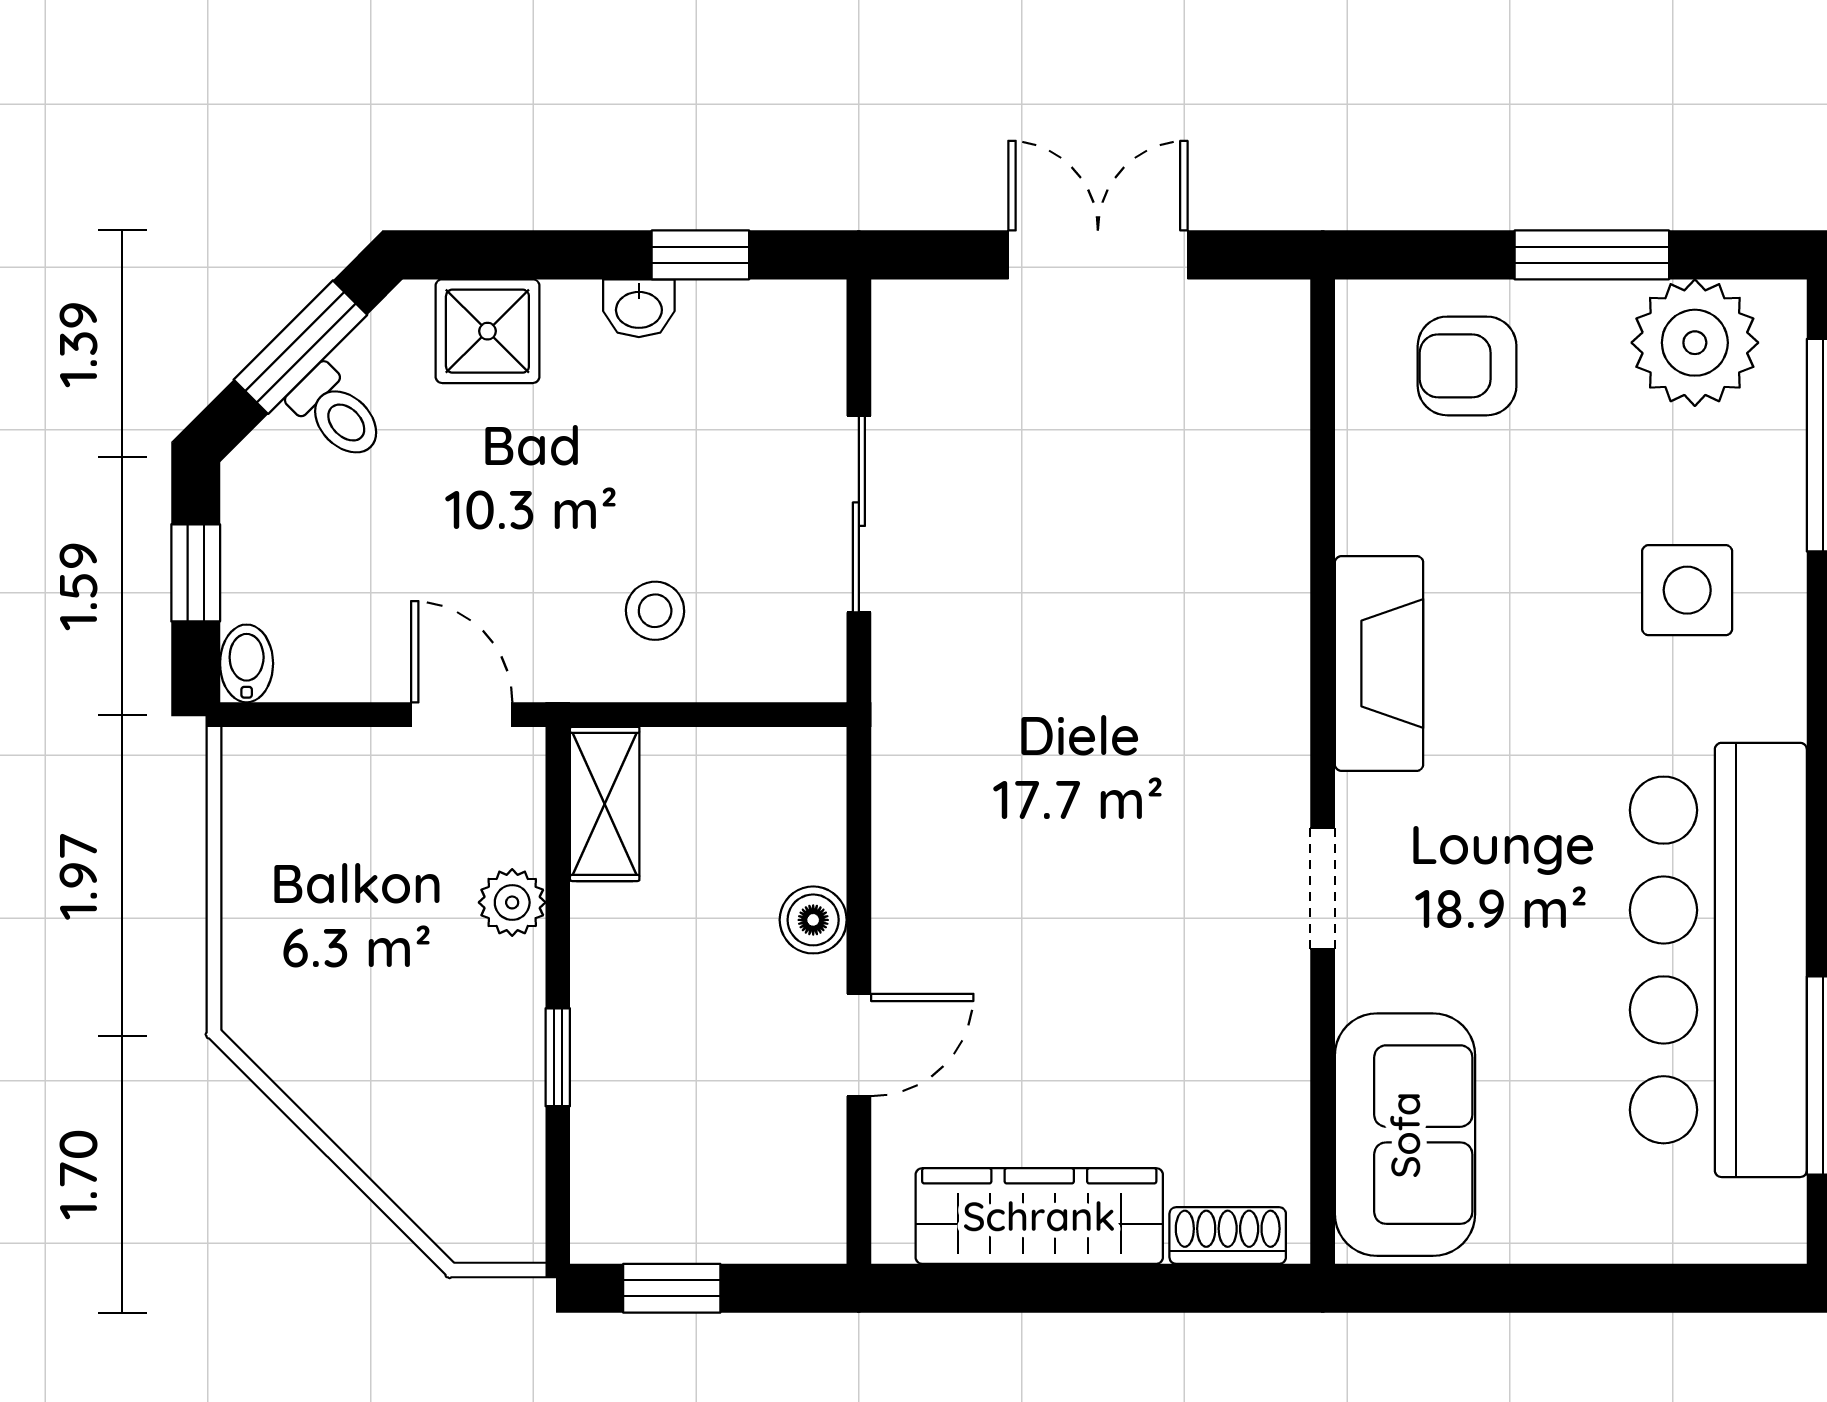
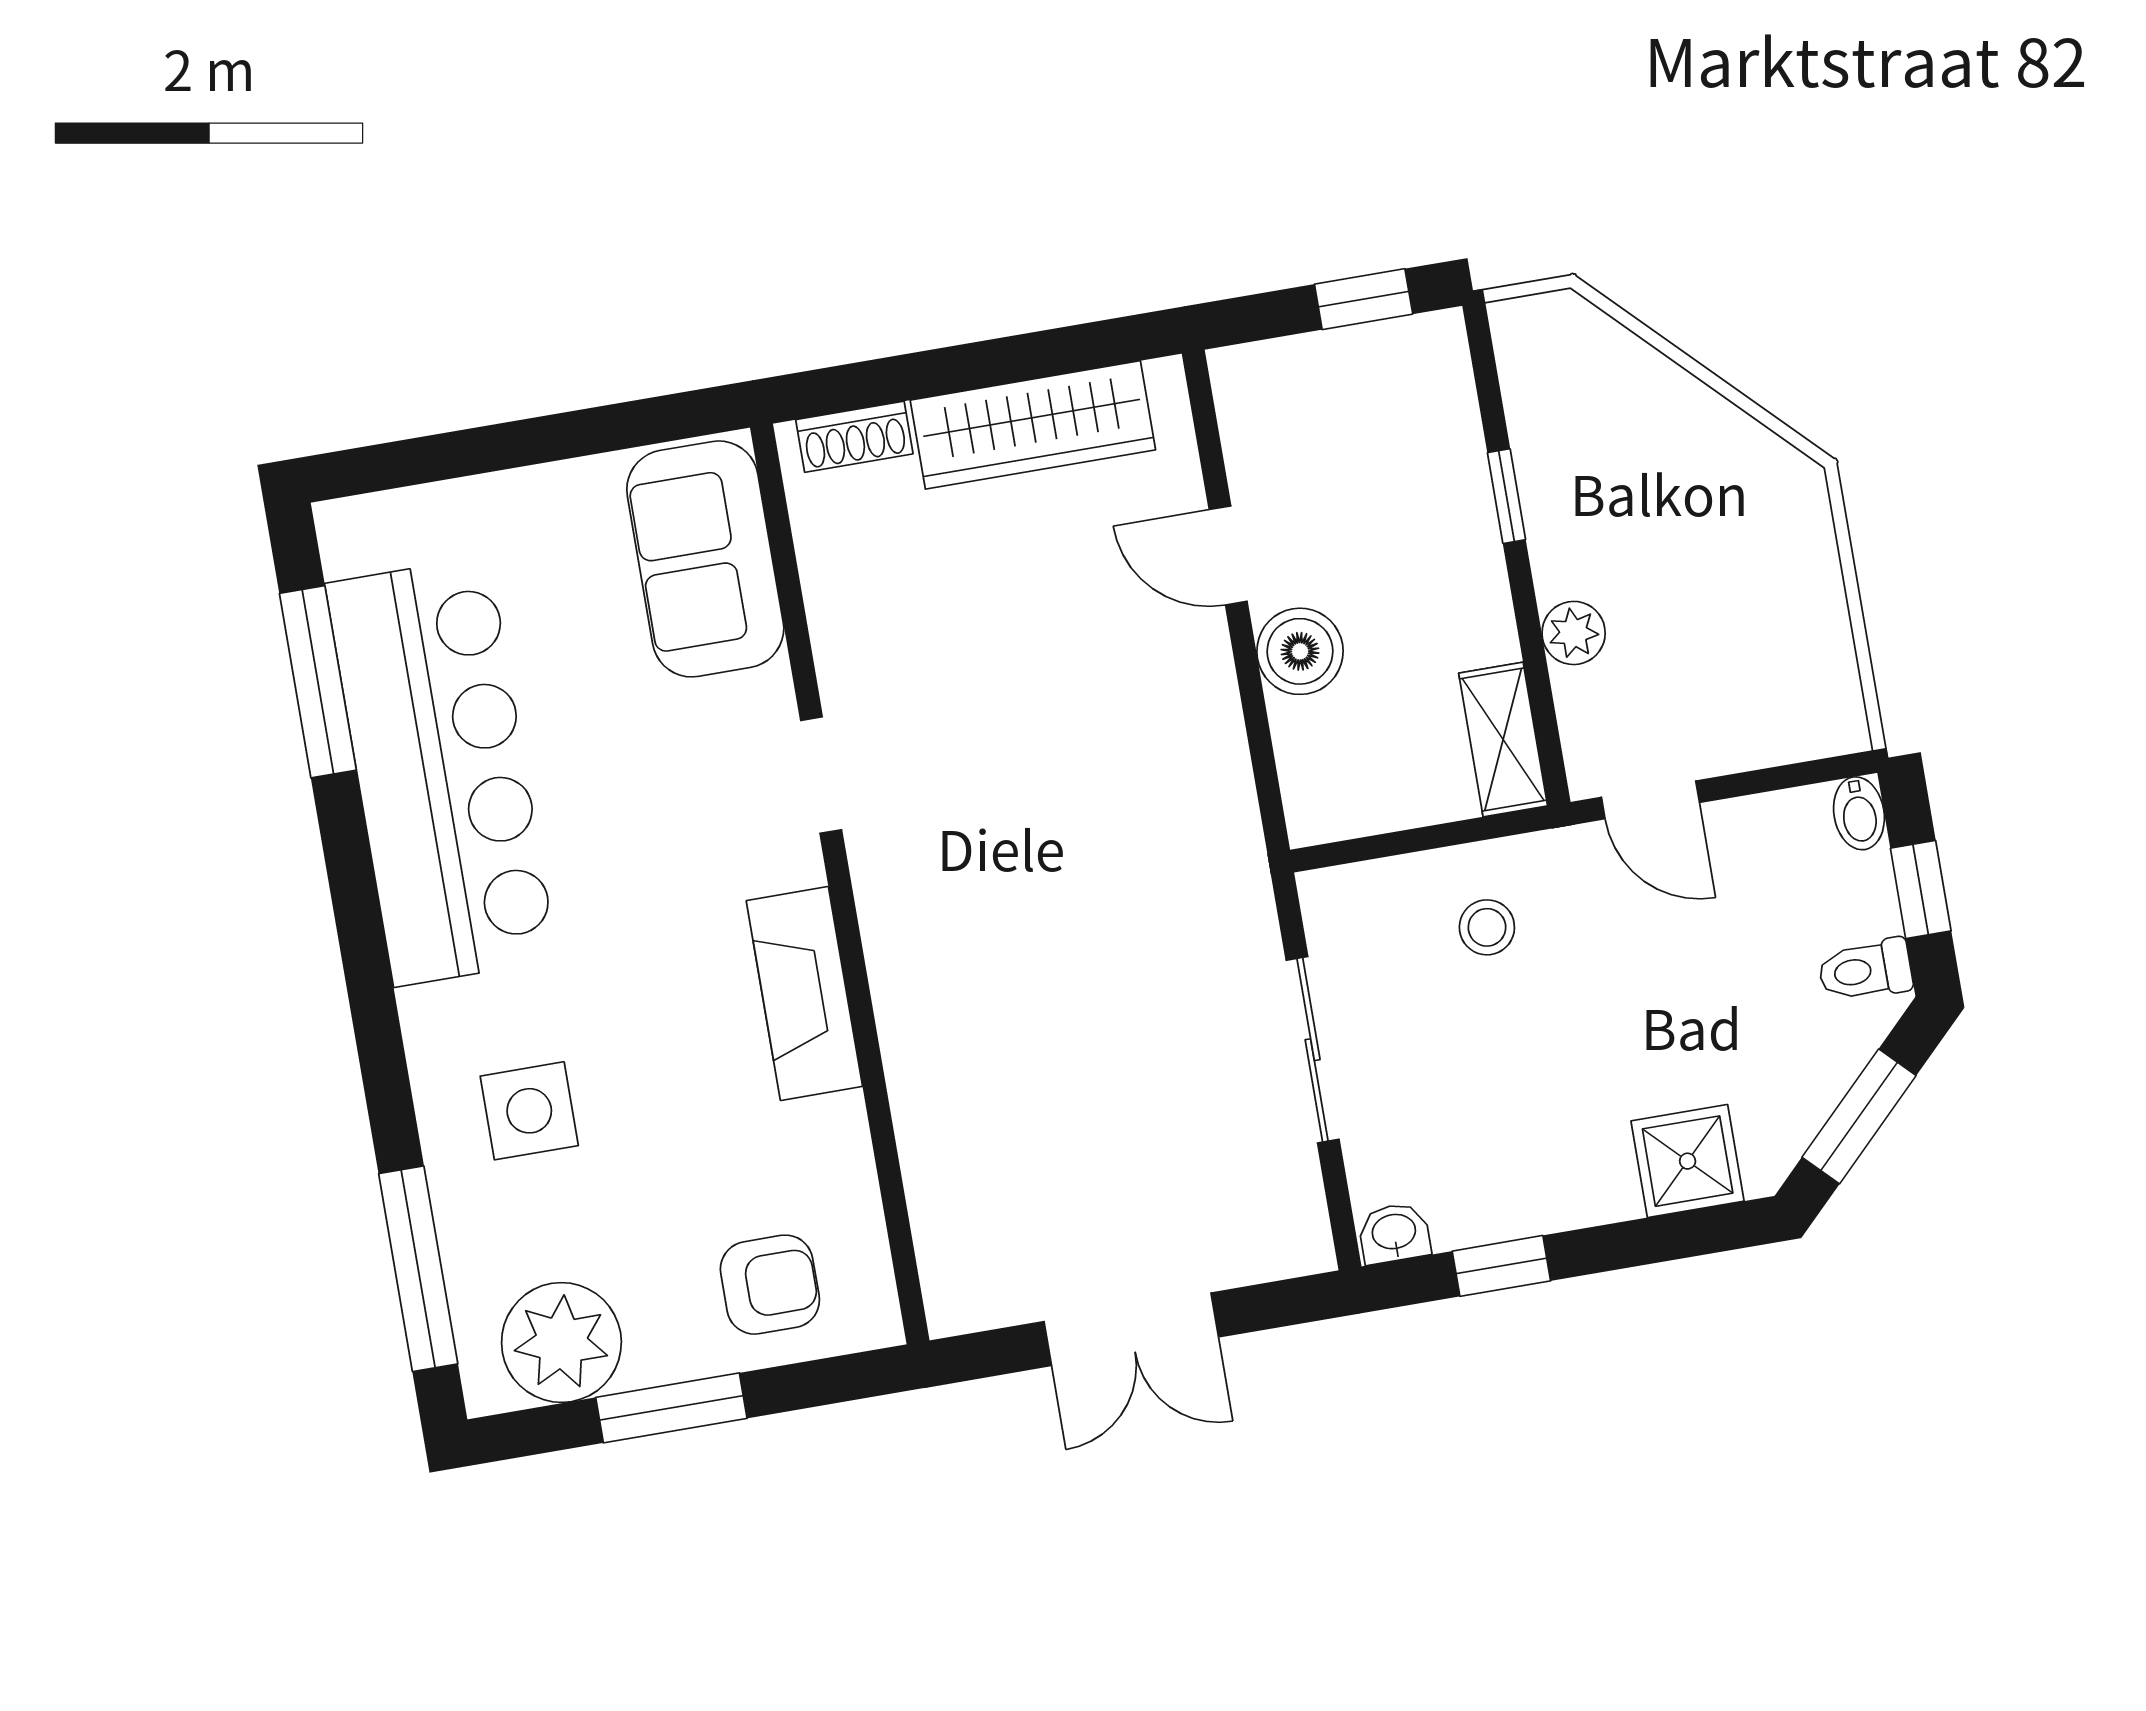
washbasin: (639, 308) -> (1394, 1233), moved
toilet: (337, 413) -> (1865, 970), moved, turned -45
boiler: (813, 920) -> (1300, 651), width x1.36, depth x1.36
door: (859, 1045) -> (1228, 555), hinge flipped

